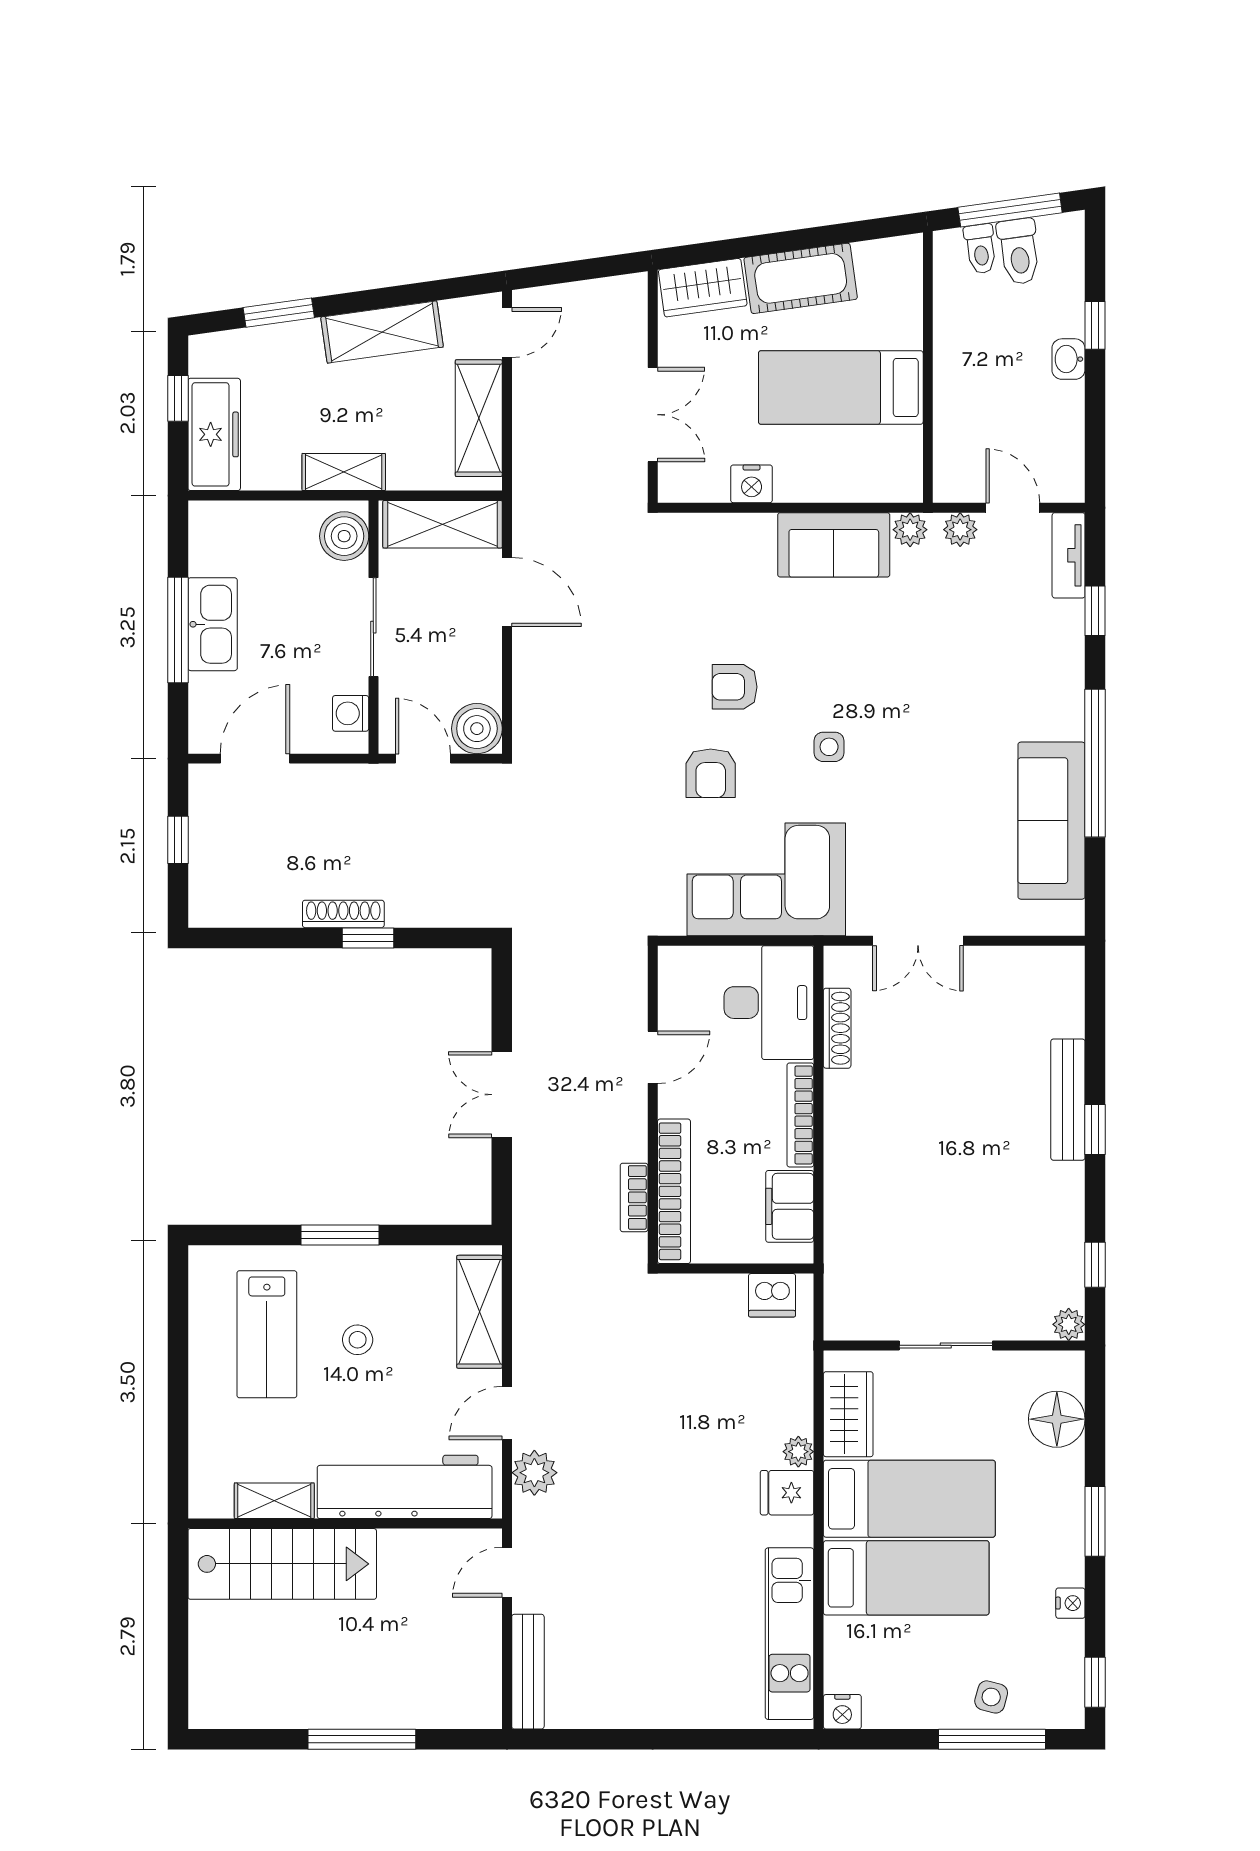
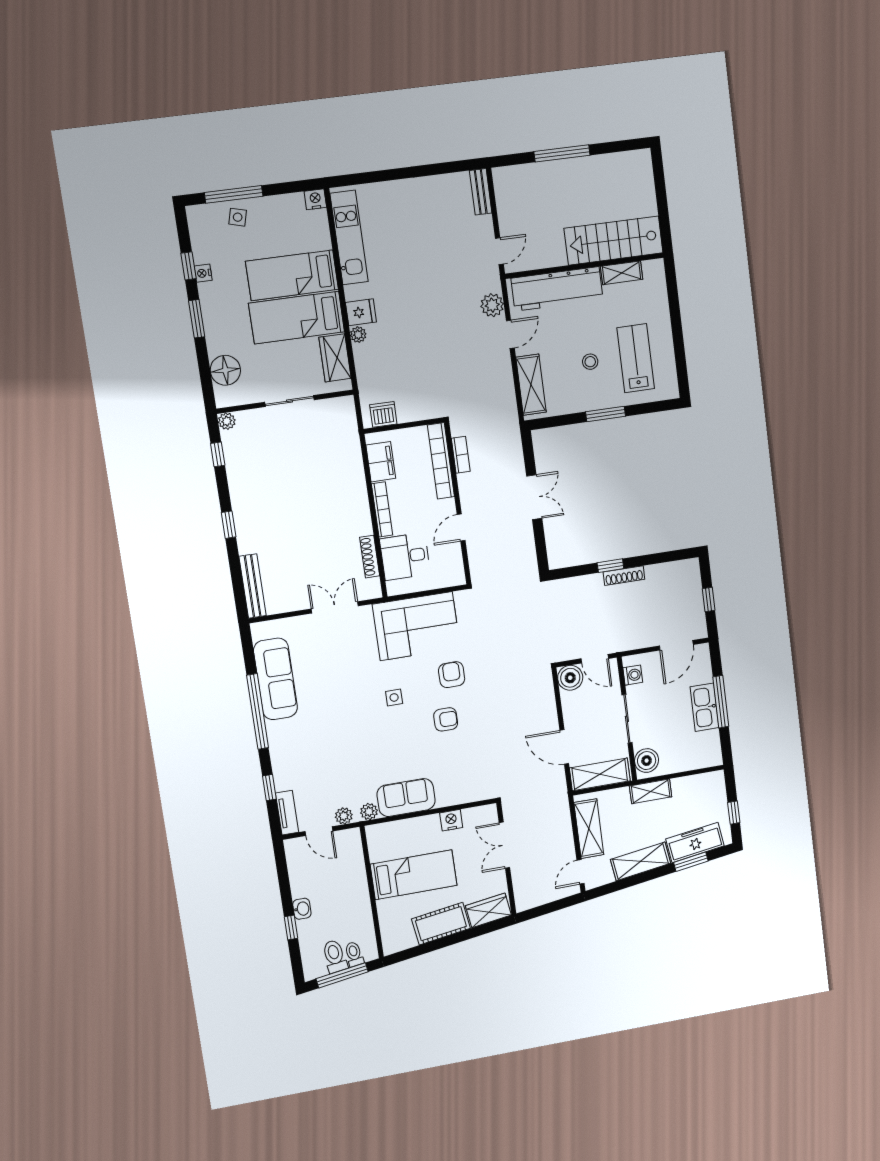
freezer: (214, 434) -> (695, 842), moved, turned 82
desk: (769, 1003) -> (405, 556), width x0.73
bench: (1068, 1100) -> (253, 586), moved
bench: (528, 1672) -> (481, 192), width x0.73
window: (1095, 1682) -> (189, 266), moved

